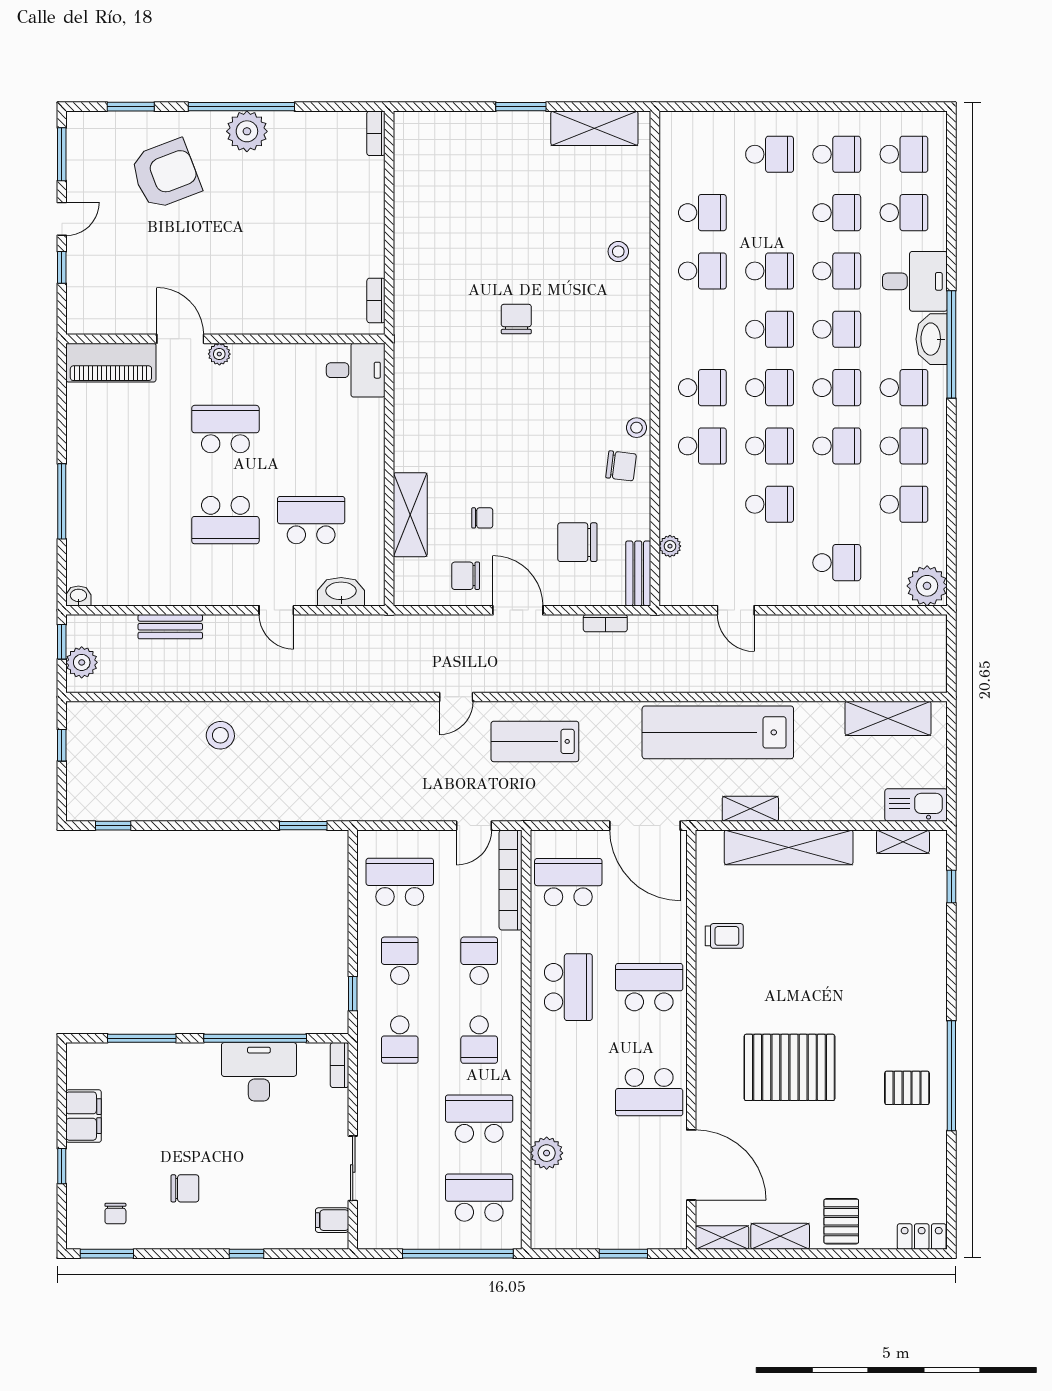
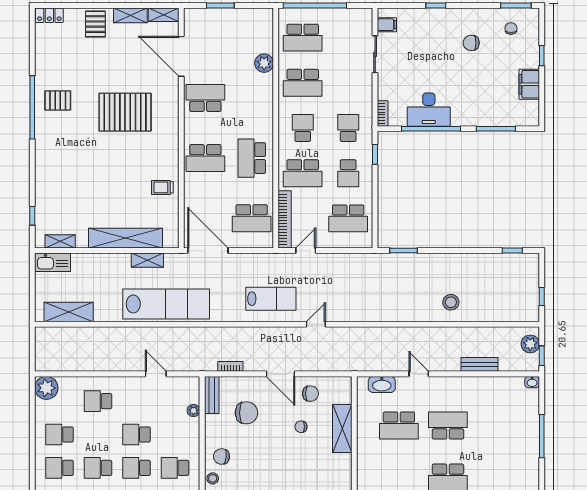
school desk: (479, 961) -> (303, 173), width x1.85

